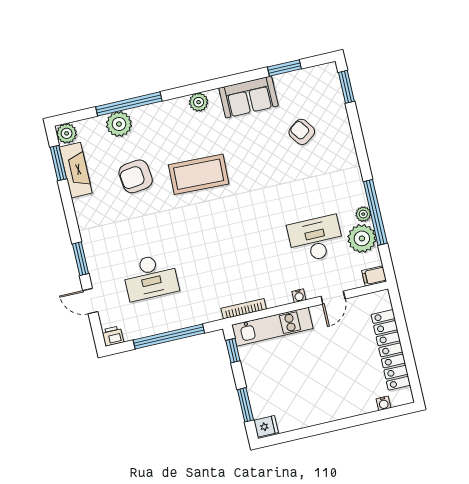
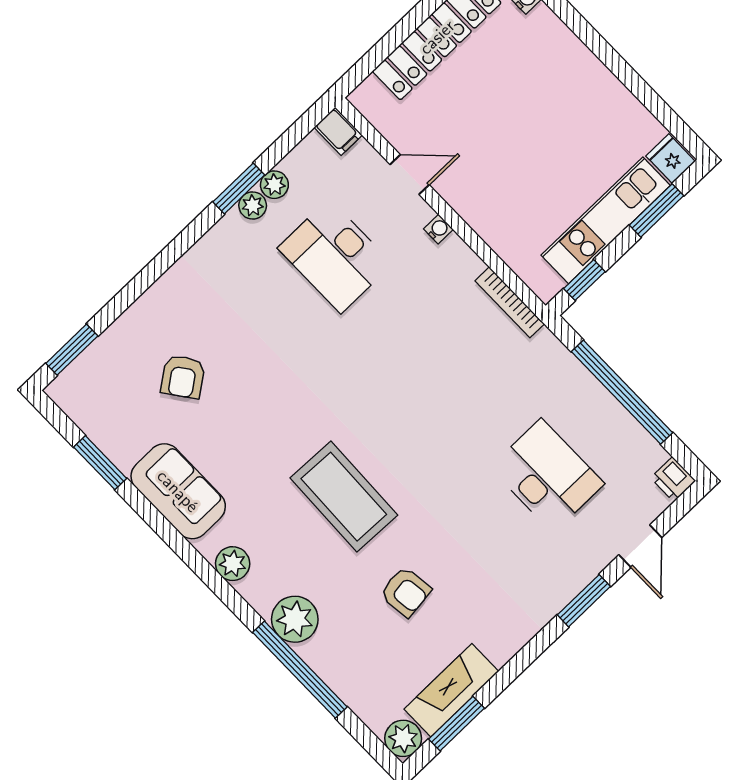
plant: (119, 124) -> (295, 619), moved
armchair: (136, 176) -> (406, 592), width x0.72, depth x0.72
window: (375, 212) -> (239, 188), width x0.47
plant: (362, 238) -> (274, 185), width x0.53, depth x0.53
kitchen unit: (272, 327) -> (606, 220), moved, turned -90

